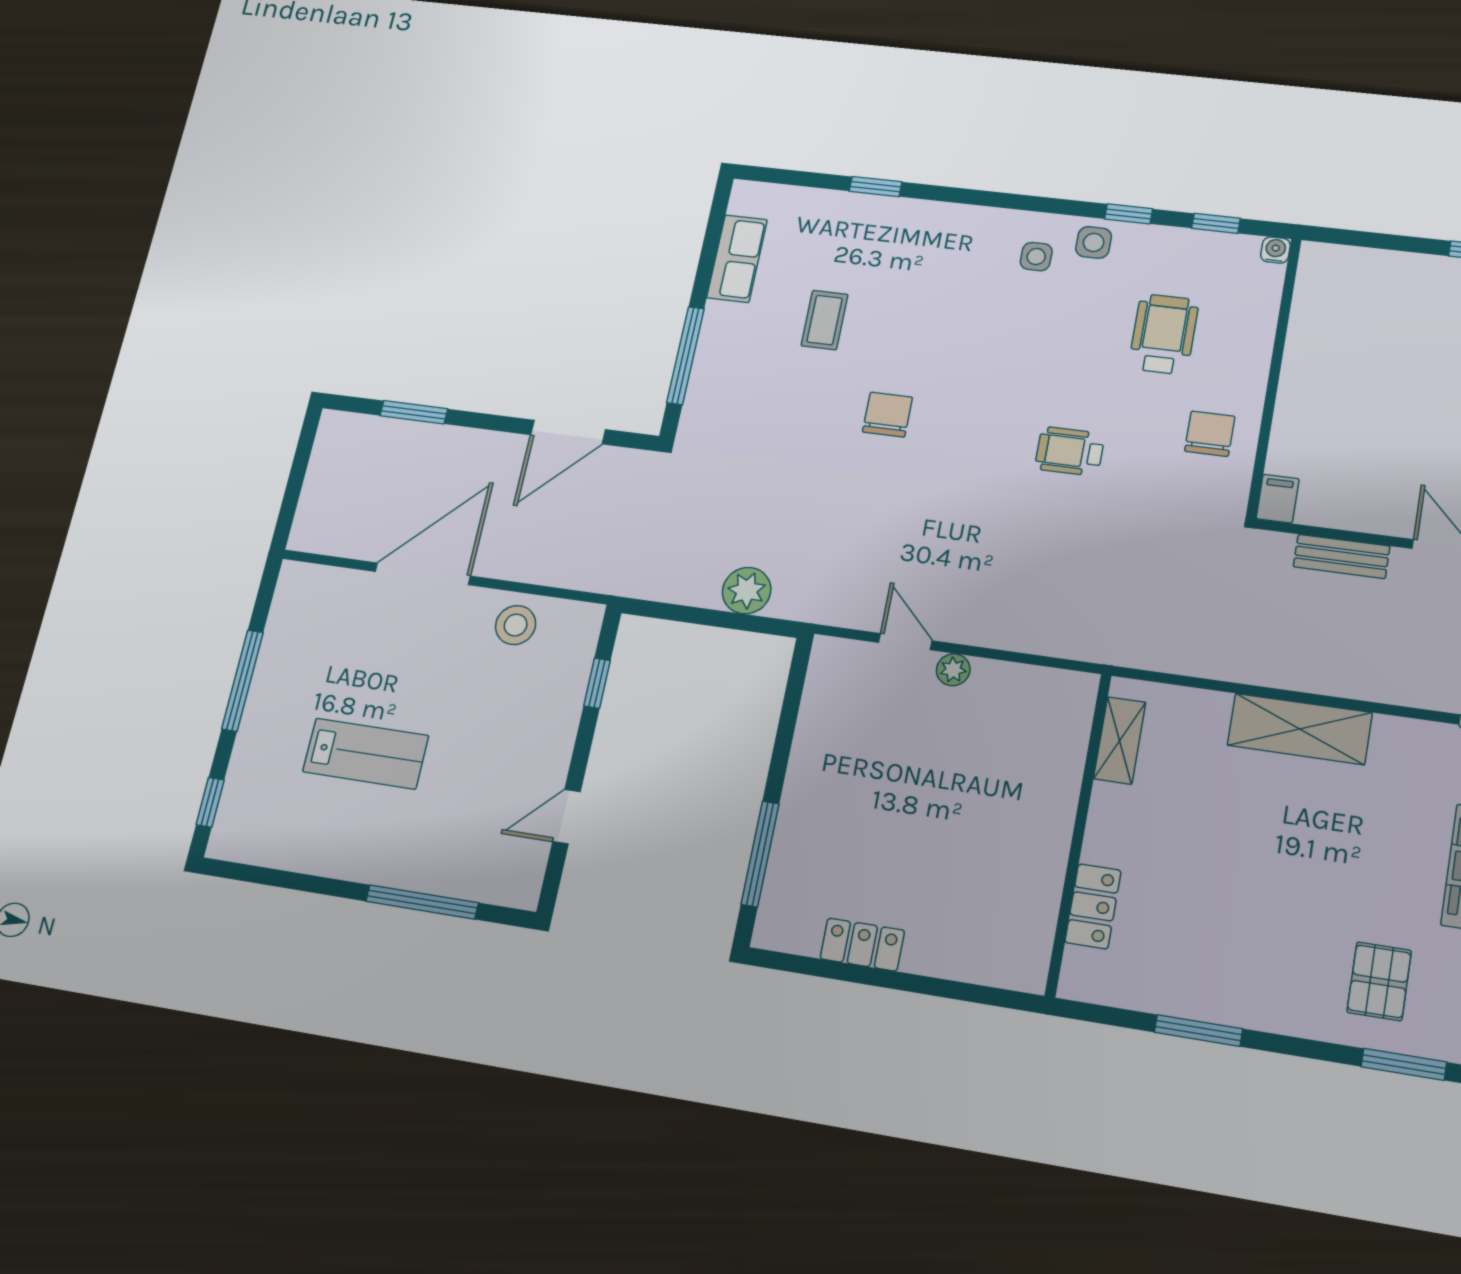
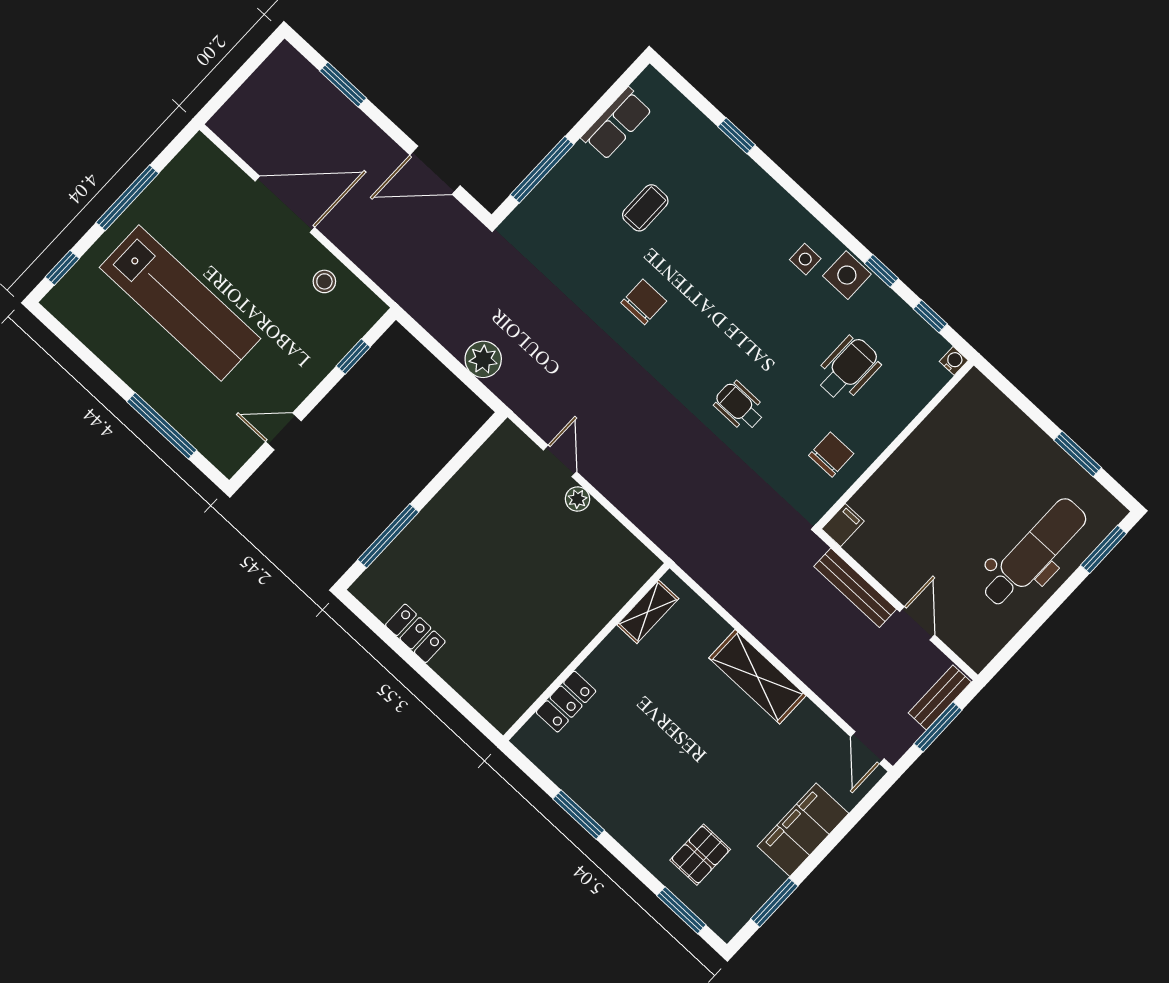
side table: (1094, 242) -> (847, 275), width x1.37, depth x1.37
bench: (1342, 556) -> (855, 588), width x1.36
stool: (516, 625) -> (324, 281), width x0.73, depth x0.73
lab bench: (366, 754) -> (180, 303), width x1.86, depth x1.39

